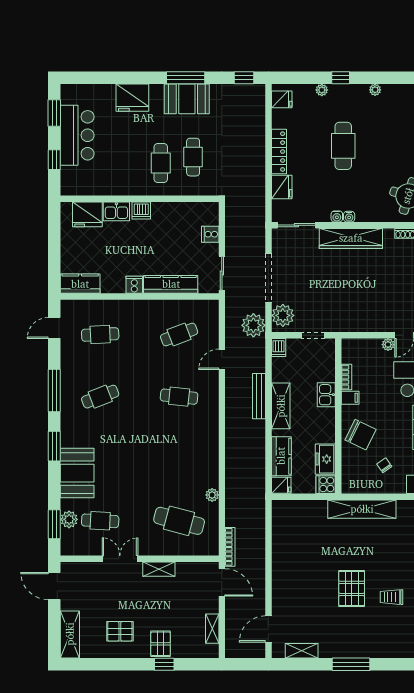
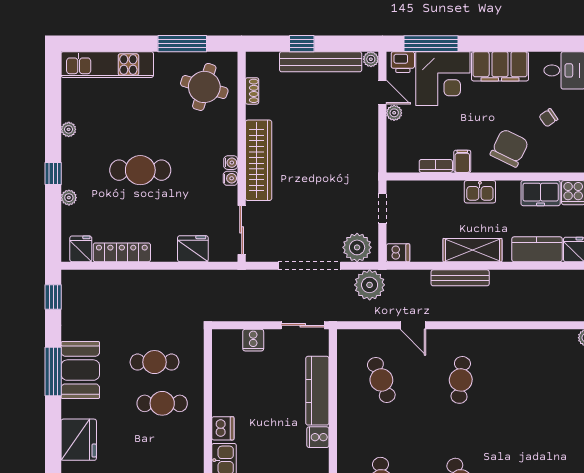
locker: (279, 152) -> (122, 252), moved
kitchen sink: (326, 395) -> (480, 192), moved

